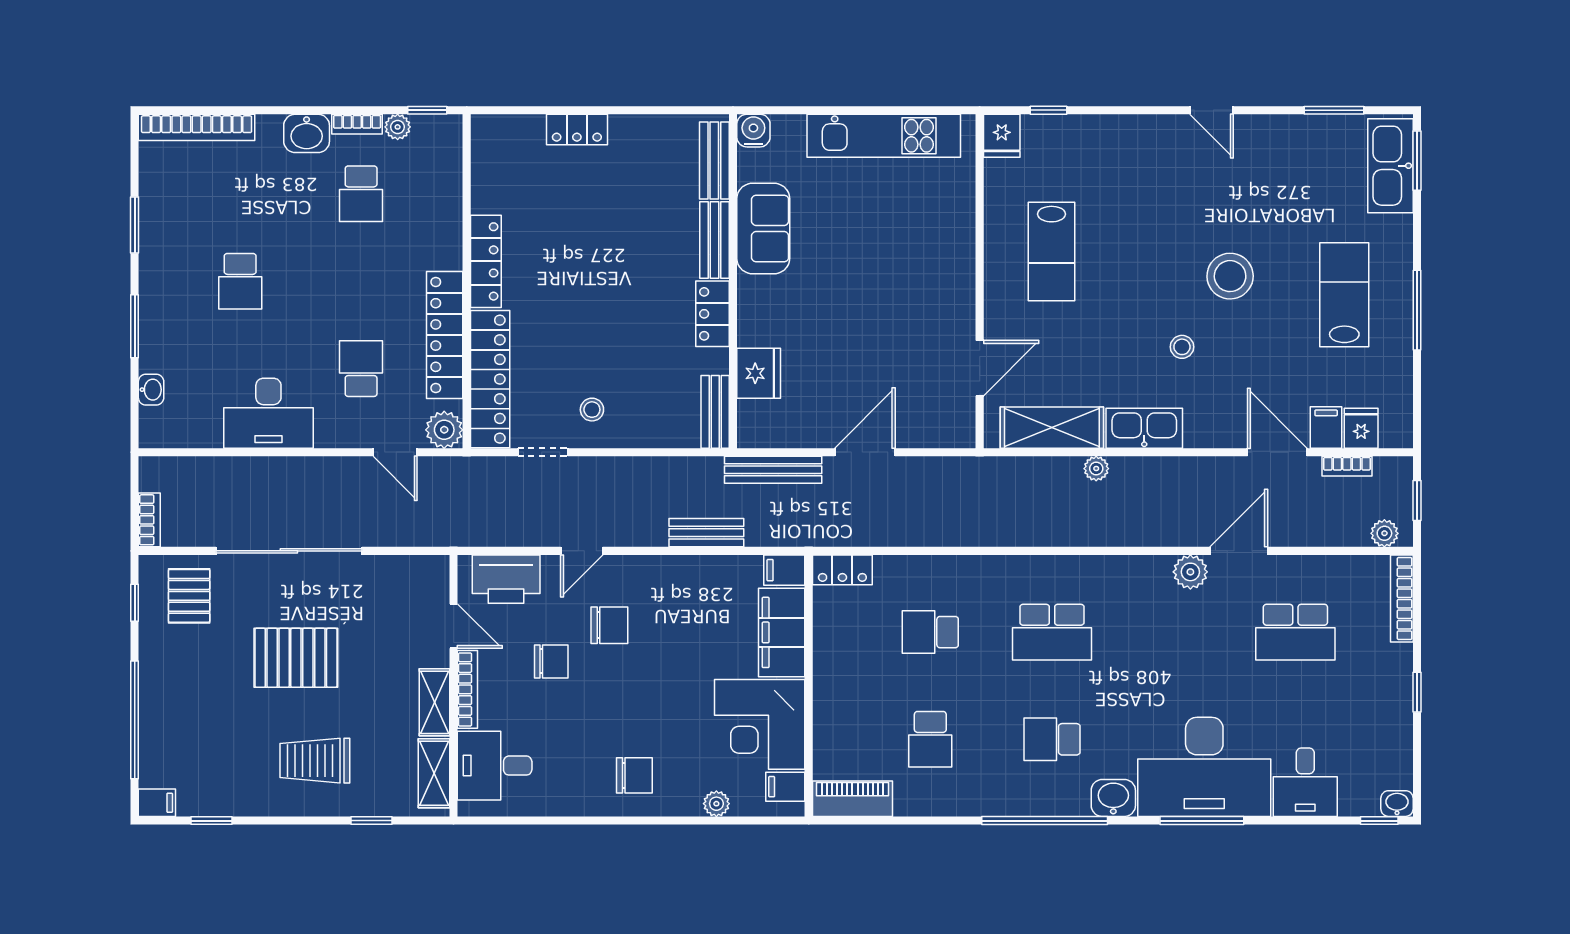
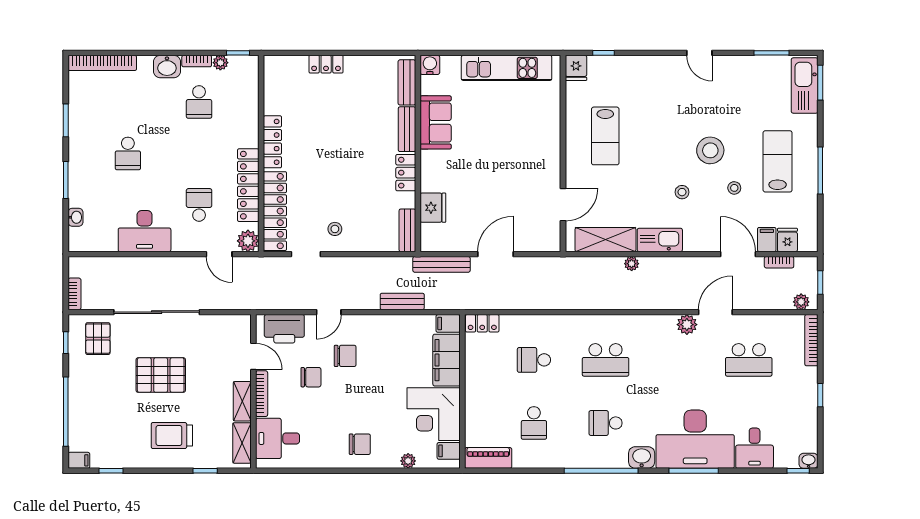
stool: (1271, 340) -> (734, 188), added

